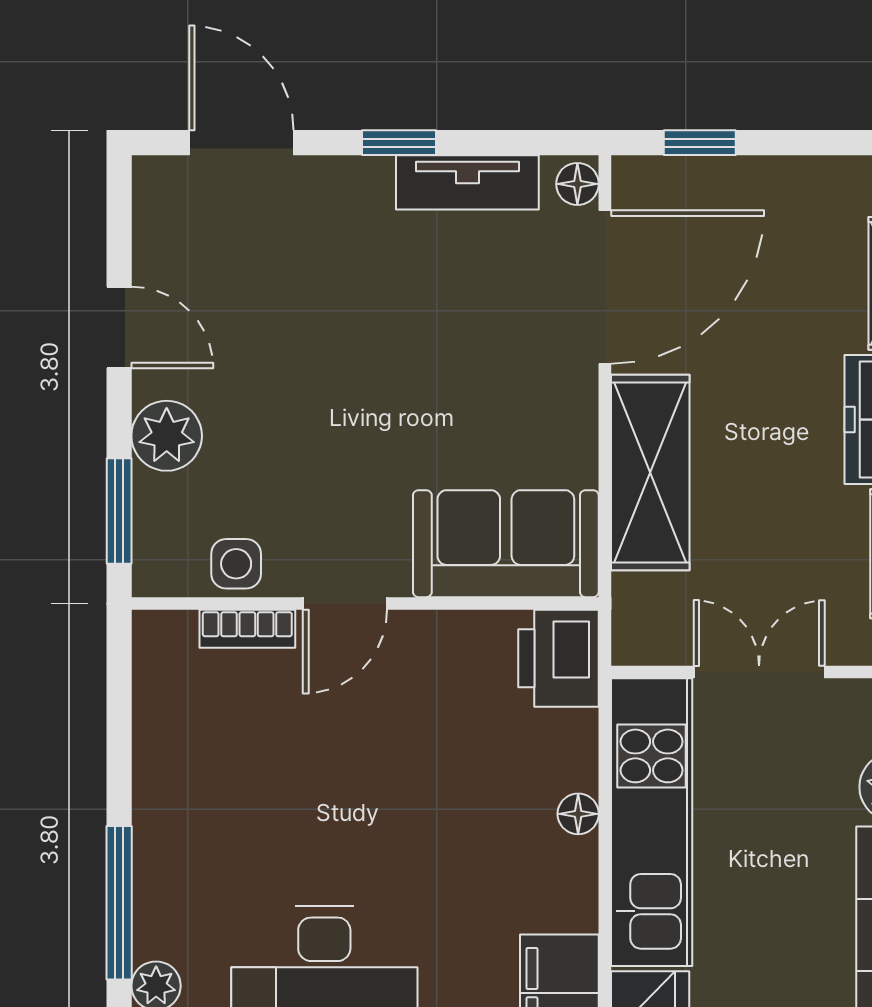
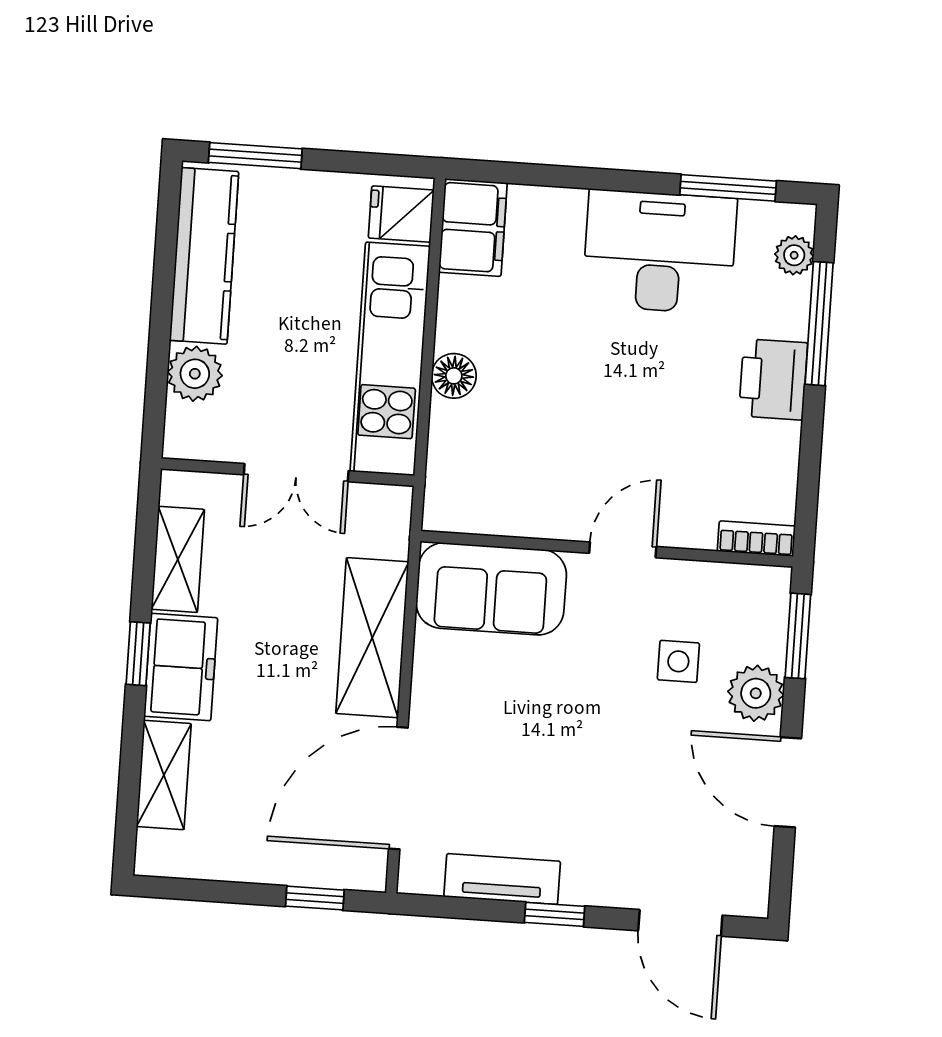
floor lamp: (577, 184) -> (415, 872), removed
door: (119, 327) -> (788, 782), width x1.38
side table: (236, 564) -> (678, 661), moved
bookcase: (247, 629) -> (756, 539), moved
printer: (558, 658) -> (773, 379), moved, turned 180
floor lamp: (578, 814) -> (454, 376), width x1.37, depth x1.37

